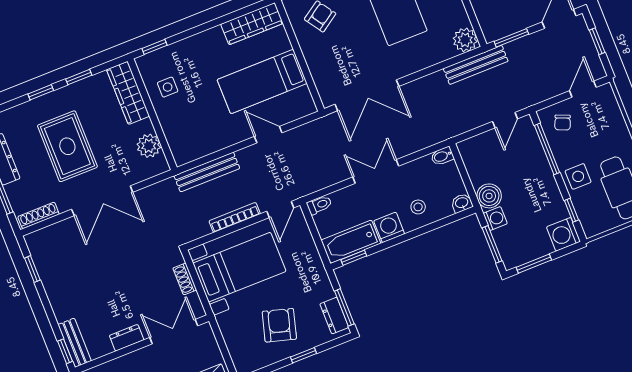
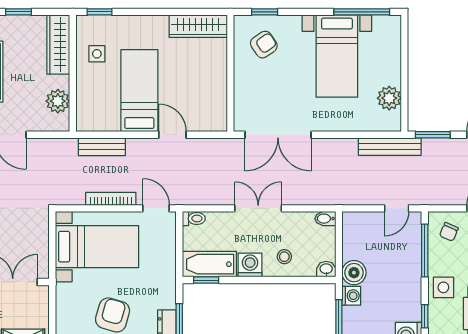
plant: (465, 40) -> (389, 98), moved
bed: (262, 81) -> (139, 91), moved, turned 90
bench: (207, 172) -> (102, 147), width x0.73
door: (280, 209) -> (156, 208), swing flipped
shoe rack: (185, 279) -> (42, 237), removed

